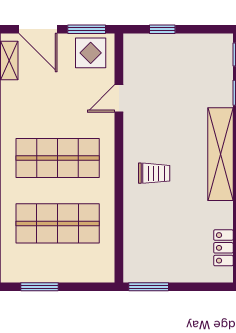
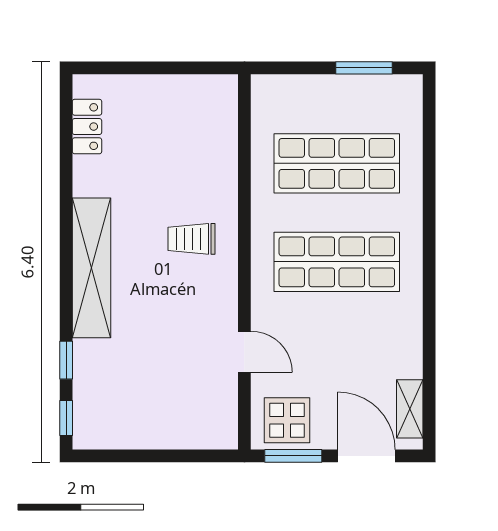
window: (162, 29) -> (179, 456), removed
door: (119, 98) -> (244, 352), hinge flipped
window: (149, 287) -> (200, 68), removed

